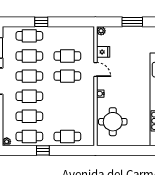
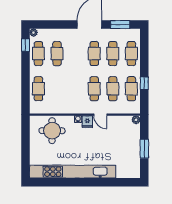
window: (41, 22) -> (144, 83), moved
fridge: (103, 52) -> (87, 122), moved
door: (95, 70) -> (100, 115), hinge flipped
cafe table: (29, 96) -> (131, 89), moved
window: (43, 150) -> (25, 45), moved

